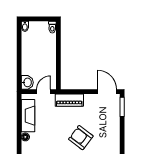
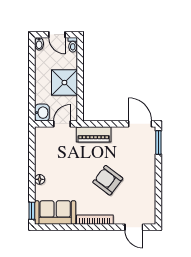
door: (39, 19) -> (57, 35), added
shower: (46, 58) -> (64, 83), added
fireplace: (28, 116) -> (43, 153), removed

